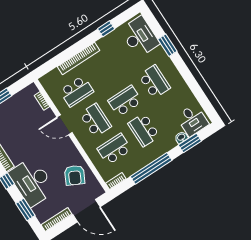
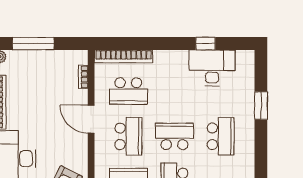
desk: (140, 37) -> (212, 68), moved, turned -90
bookcase: (78, 59) -> (124, 56), moved

